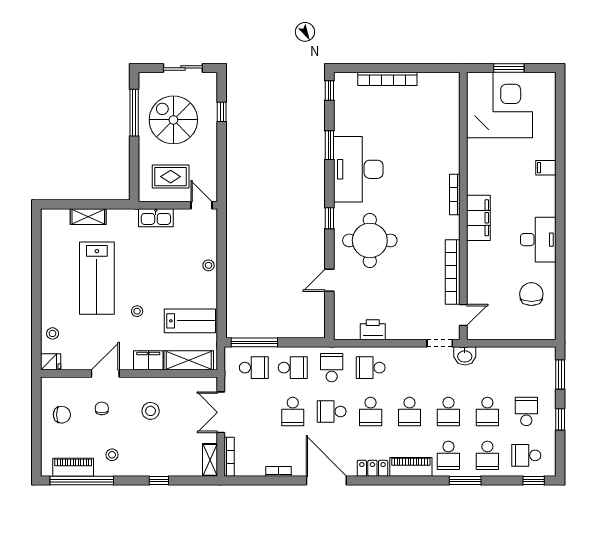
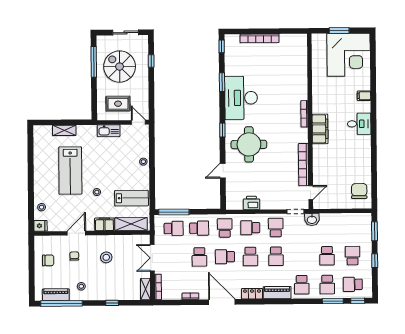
corner desk: (499, 105) -> (349, 55), moved, turned 90
desk: (538, 240) -> (359, 124), moved, width x0.73
chair: (531, 294) -> (359, 191), moved
school desk: (448, 411) -> (276, 227), moved, turned 180
window: (465, 481) -> (333, 301), moved

